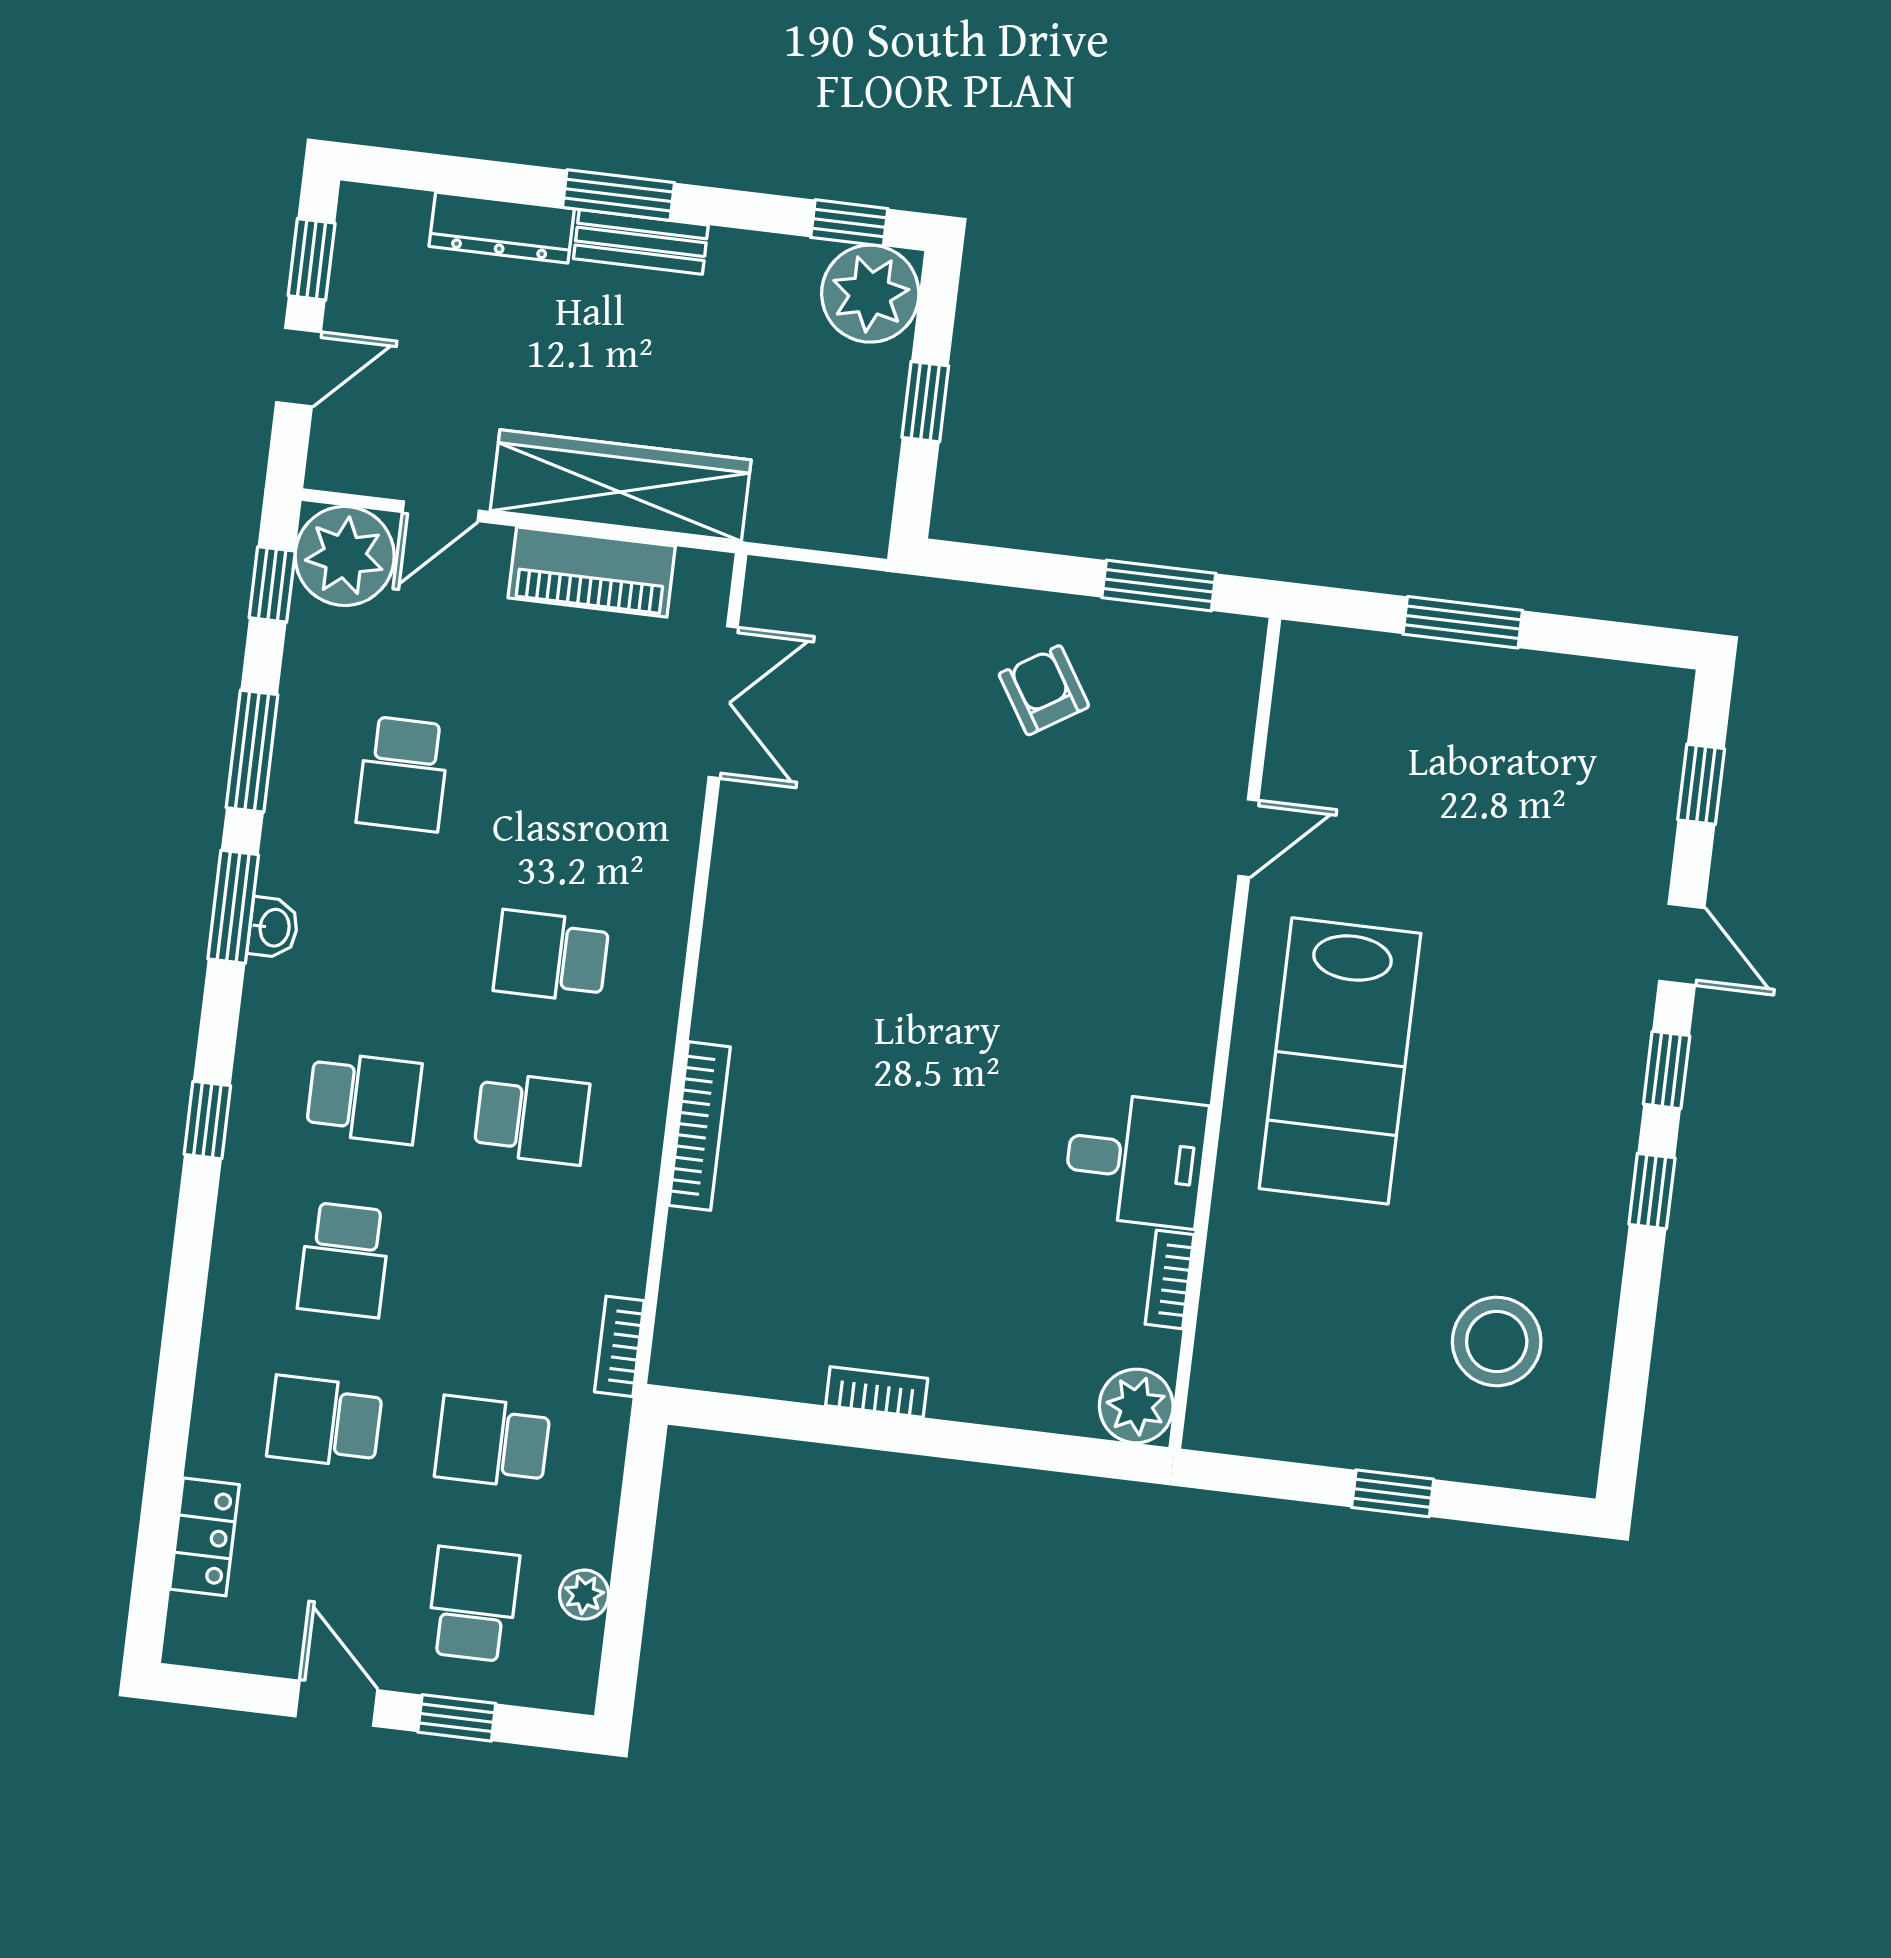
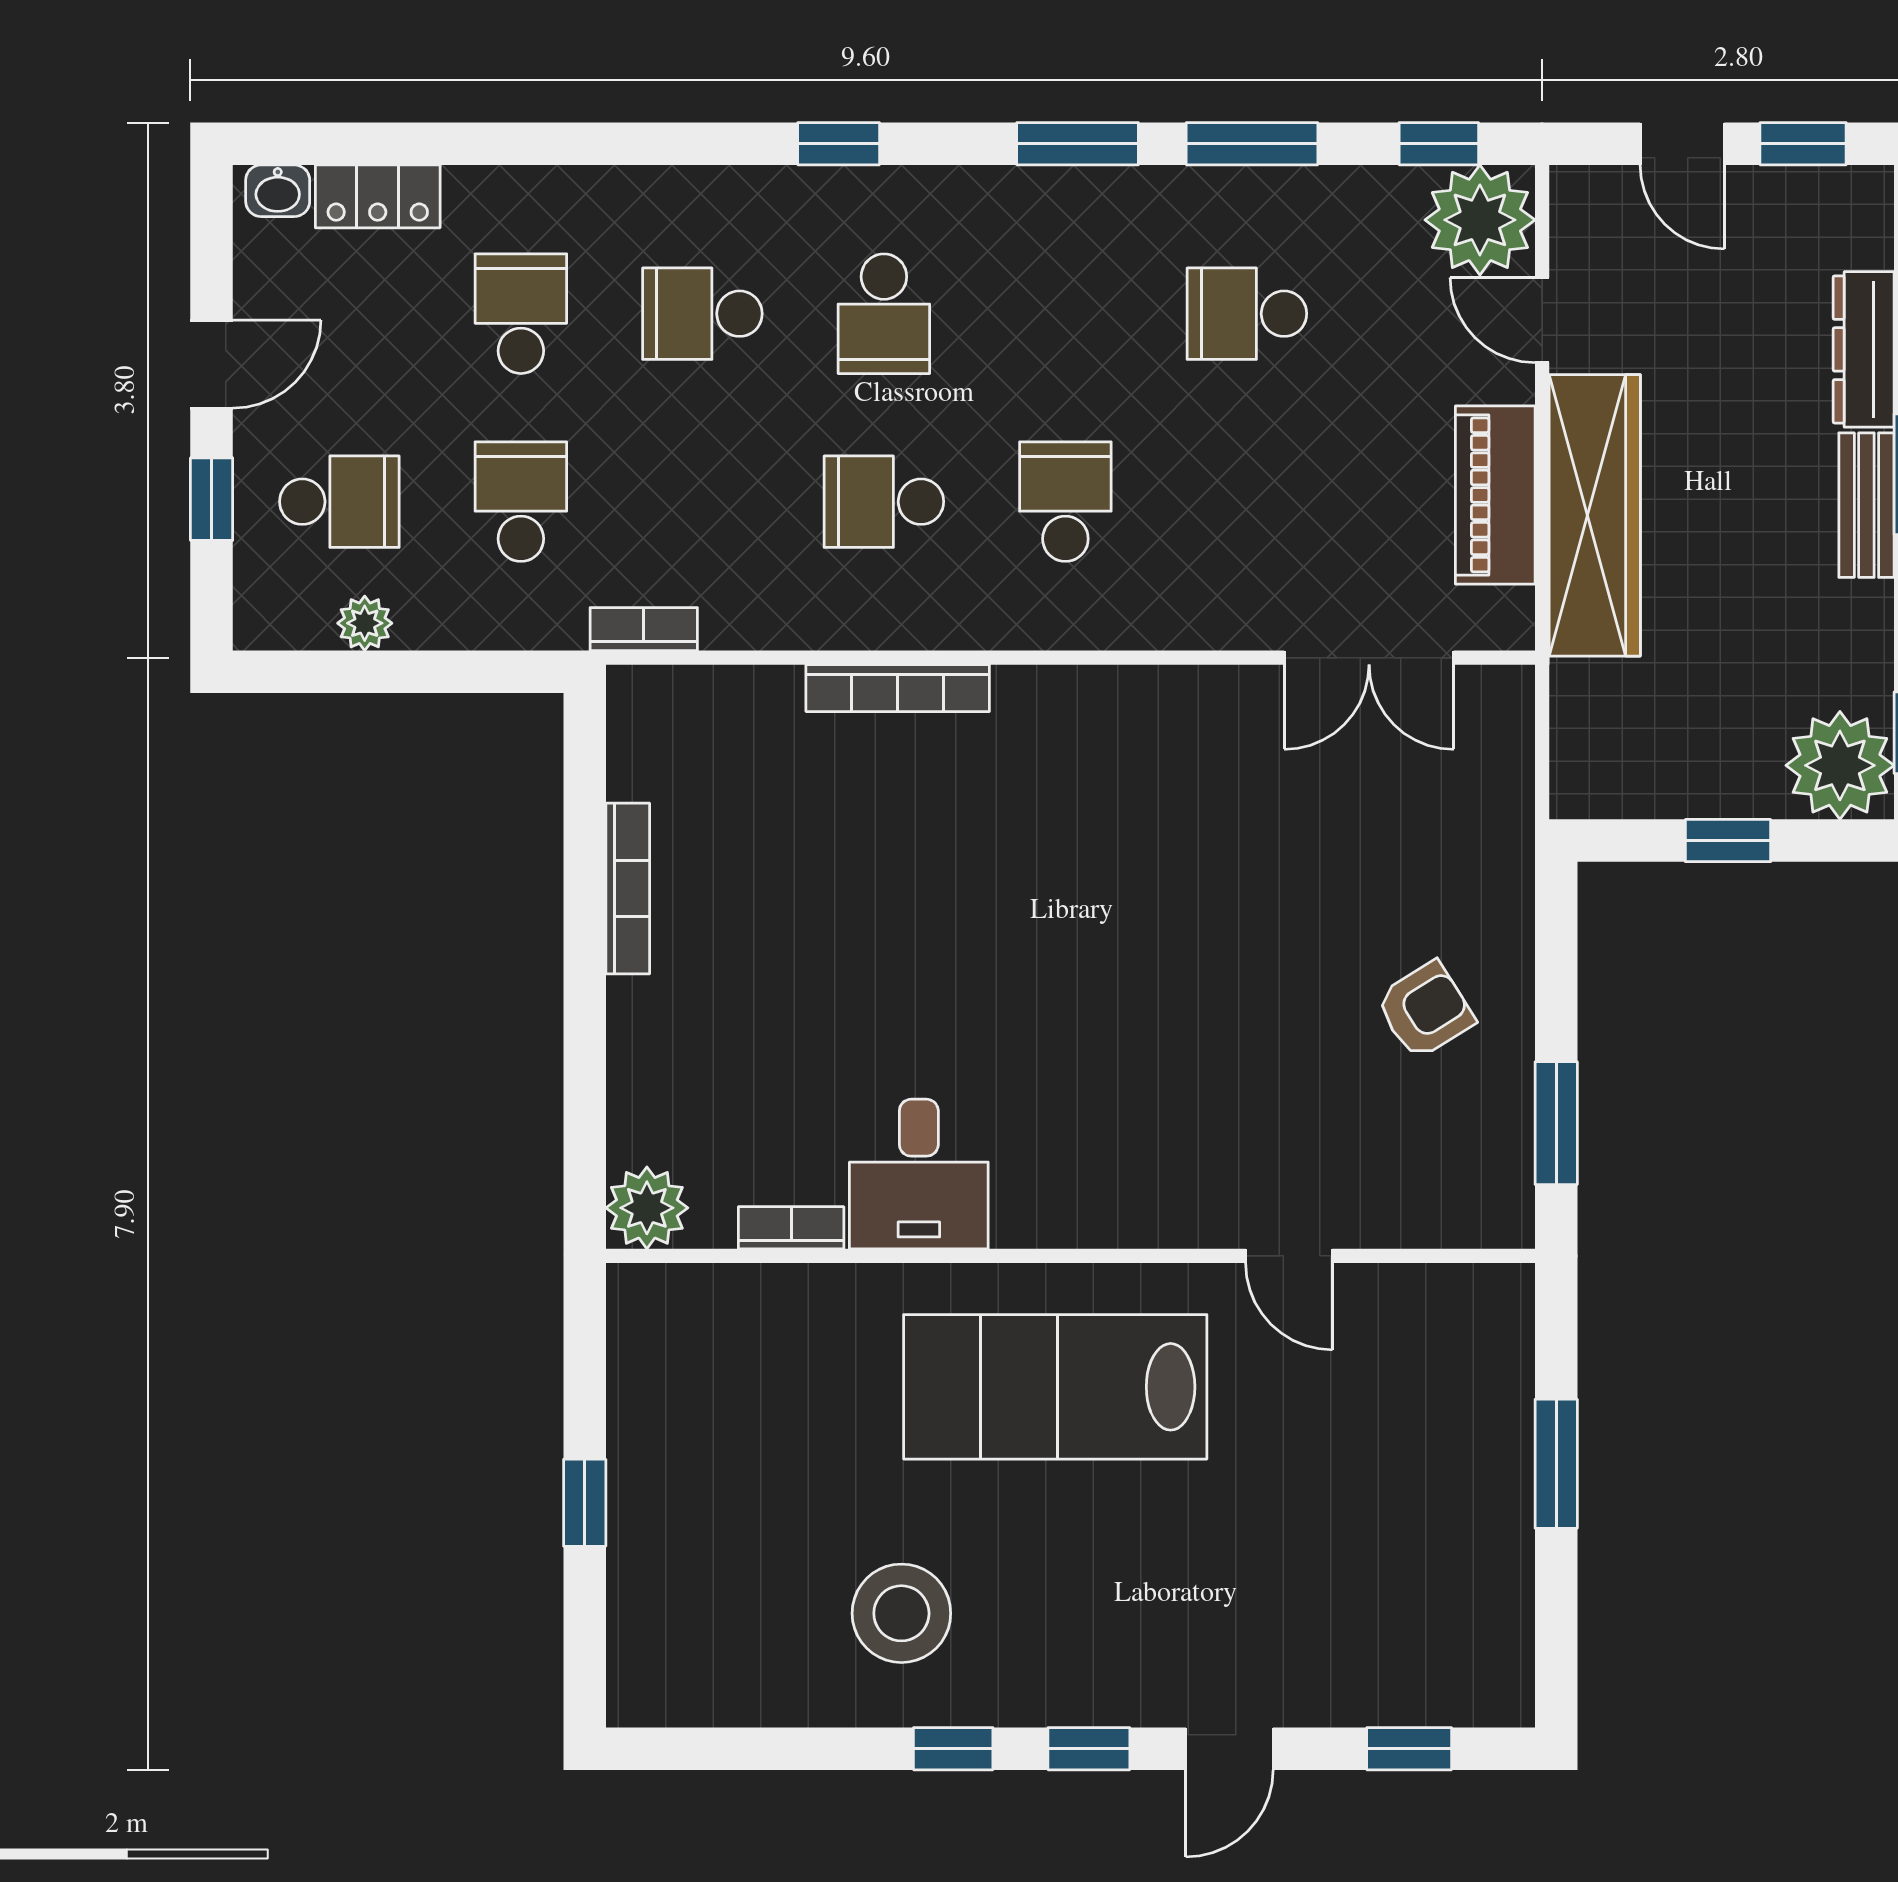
washbasin: (273, 928) -> (278, 191), moved
school desk: (532, 1118) -> (884, 502), turned 90
stool: (1497, 1341) -> (901, 1613), moved
bookcase: (877, 1392) -> (628, 889), width x1.56

